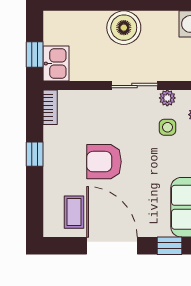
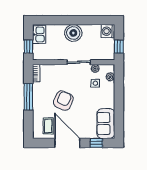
kitchen sink: (56, 64) -> (39, 35), moved
window: (35, 154) -> (28, 97), width x2.17
armchair: (104, 162) -> (63, 101), turned 114

